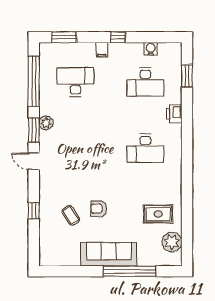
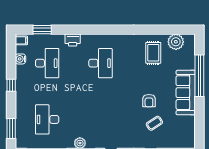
filing cabinet: (102, 50) -> (21, 40), moved

